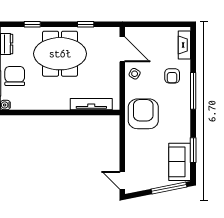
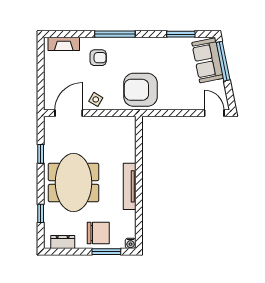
chair: (15, 76) -> (98, 233), turned 180
tv unit: (91, 104) -> (130, 186), moved
sofa: (180, 162) -> (208, 60), moved, turned 79
door: (122, 180) -> (214, 113), swing flipped

